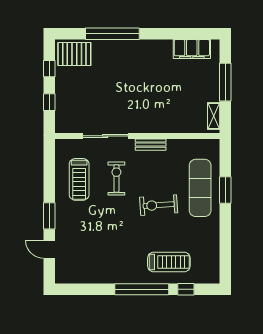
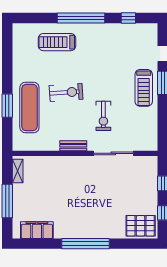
window: (112, 34) -> (85, 244), moved
treadmill: (79, 179) -> (144, 88), moved, turned 180
window: (186, 289) -> (128, 18), moved

